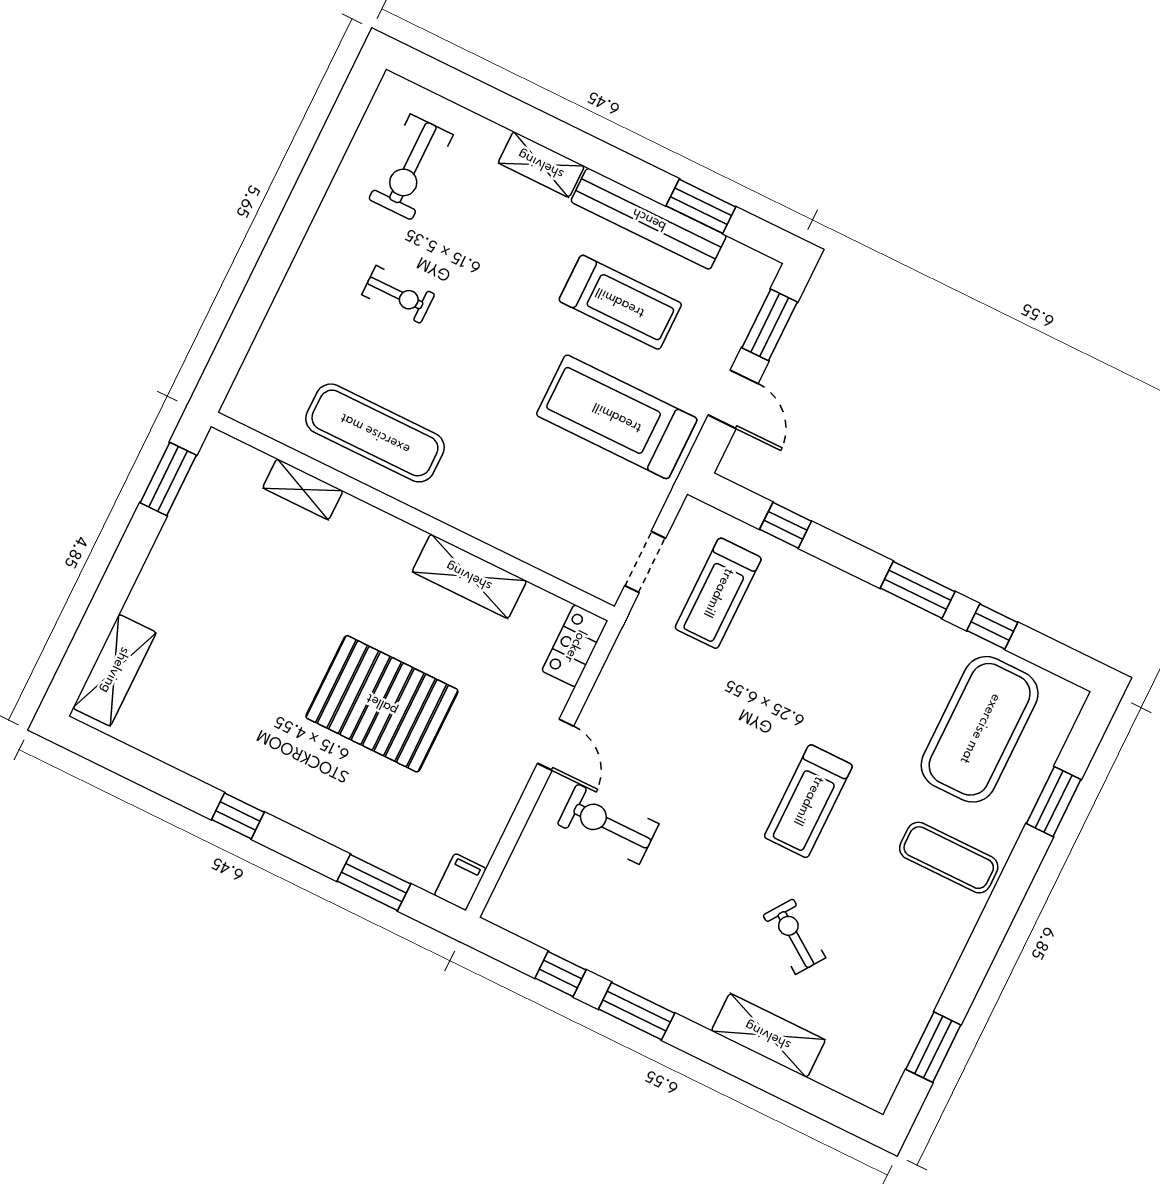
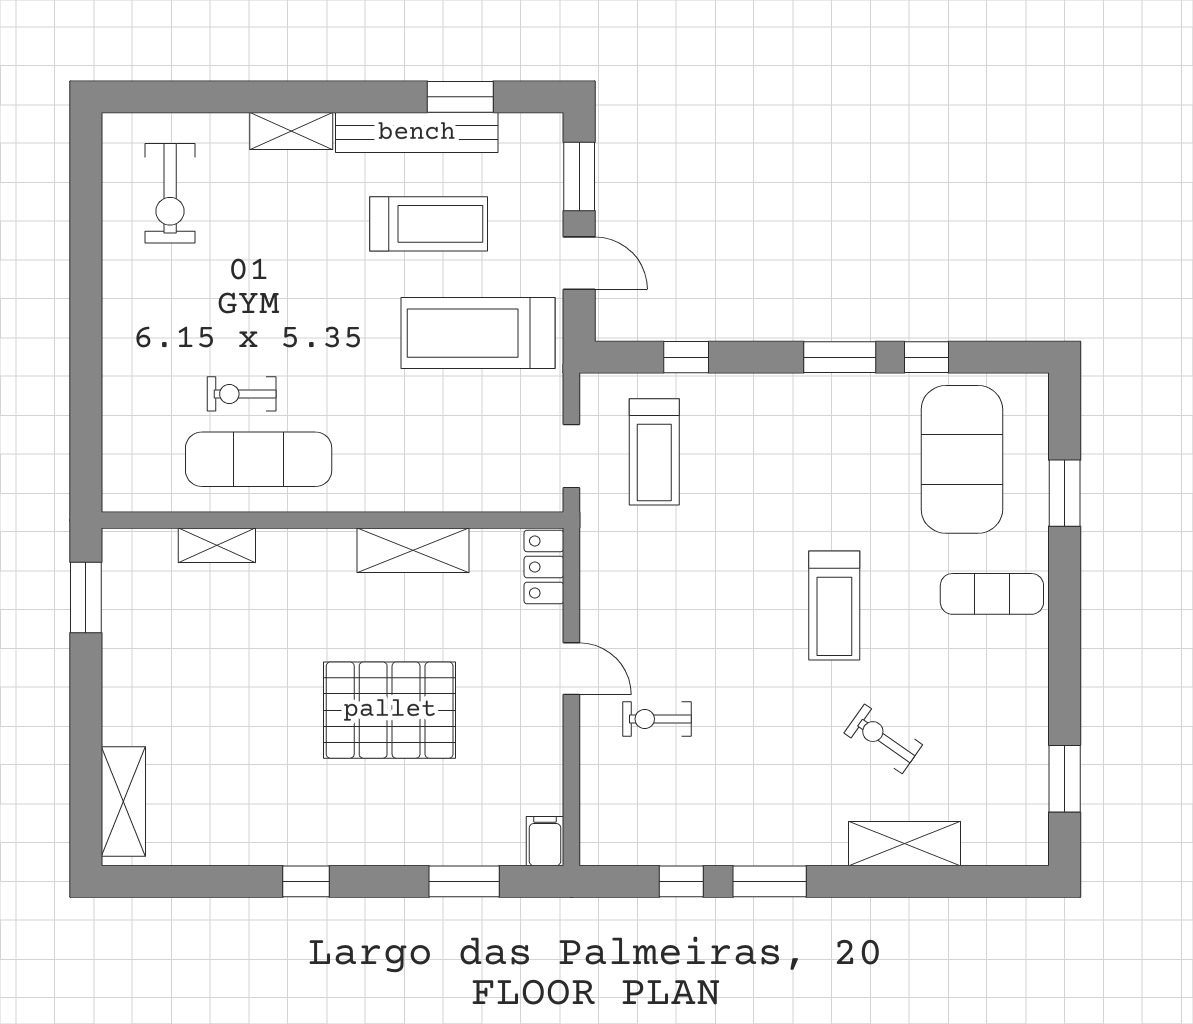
exercise bike: (398, 294) -> (242, 394), moved, turned 180
exercise bike: (608, 824) -> (657, 719), width x0.73, depth x0.72

